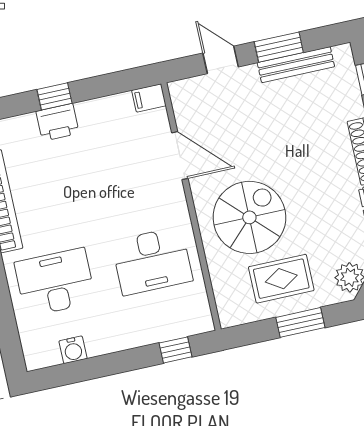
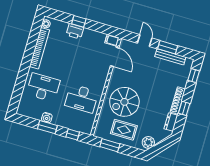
door: (180, 156) -> (115, 57), moved
spiral stairs: (249, 217) -> (124, 102), turned 180
window: (300, 322) -> (110, 145), moved
water cooler: (73, 350) -> (47, 118), moved
window: (112, 364) -> (47, 127), added

